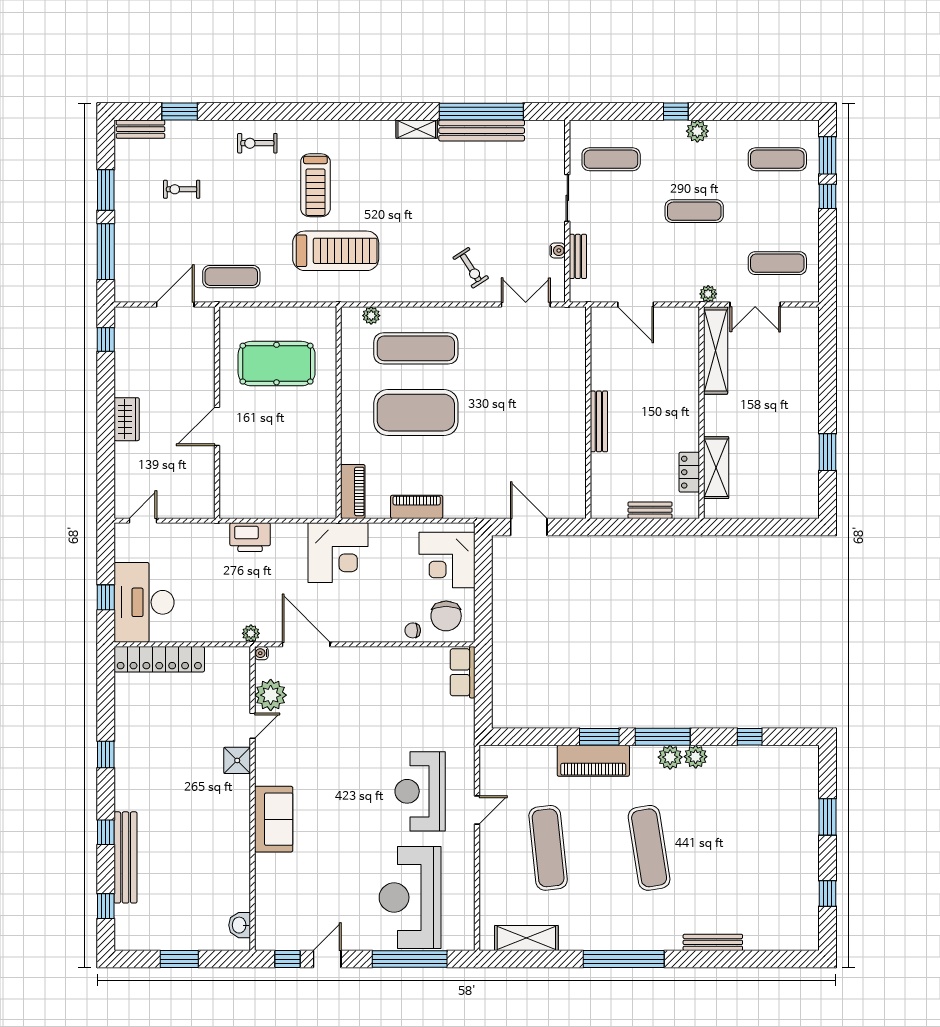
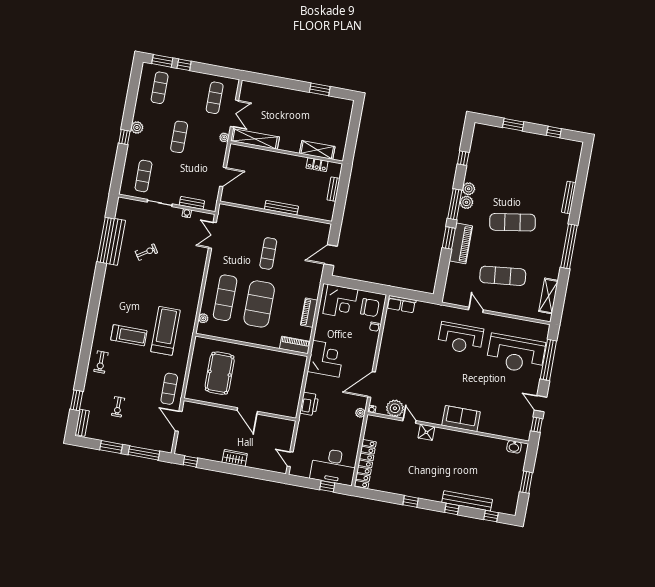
shelving: (417, 129) -> (109, 276), removed
exercise bike: (471, 268) -> (146, 252), moved
exercise mat: (511, 413) -> (268, 253), added

